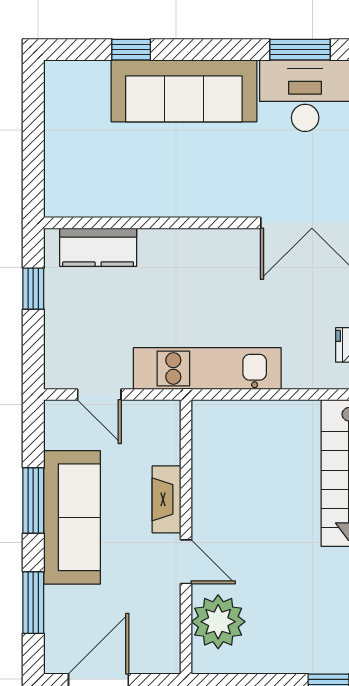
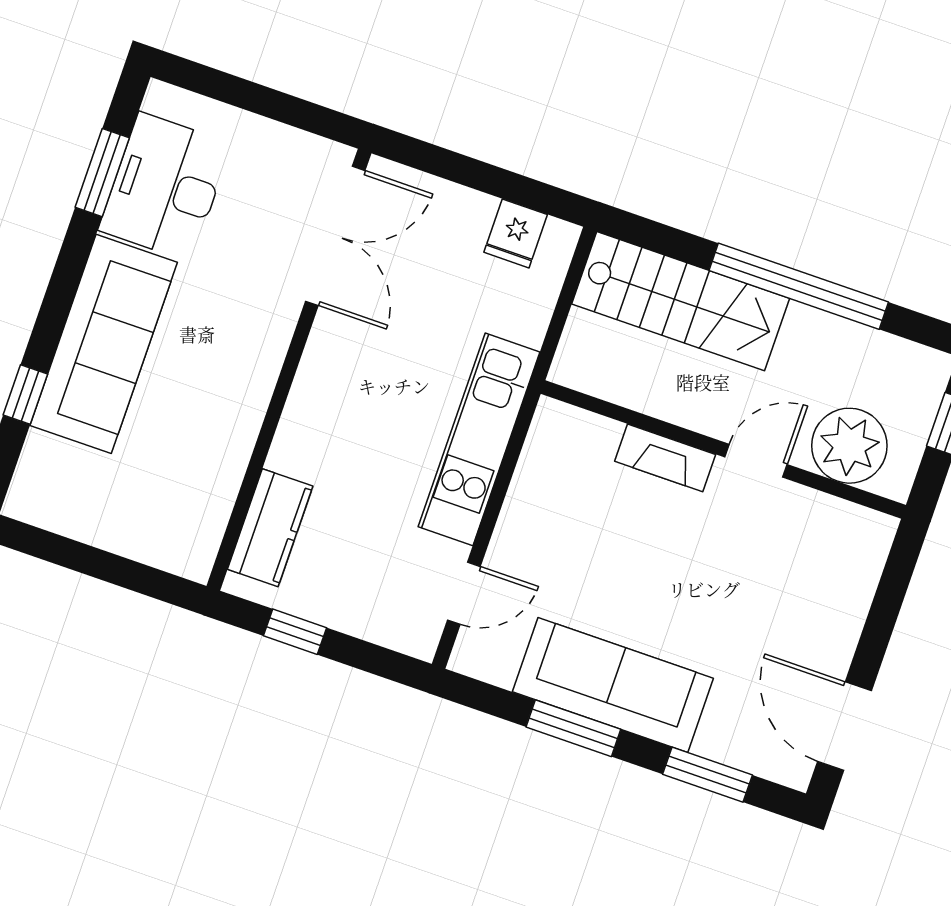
fireplace: (167, 499) -> (665, 458), moved
wall: (186, 537) -> (723, 449), moved
door: (186, 562) -> (756, 461), moved
plant: (218, 622) -> (849, 446), moved

